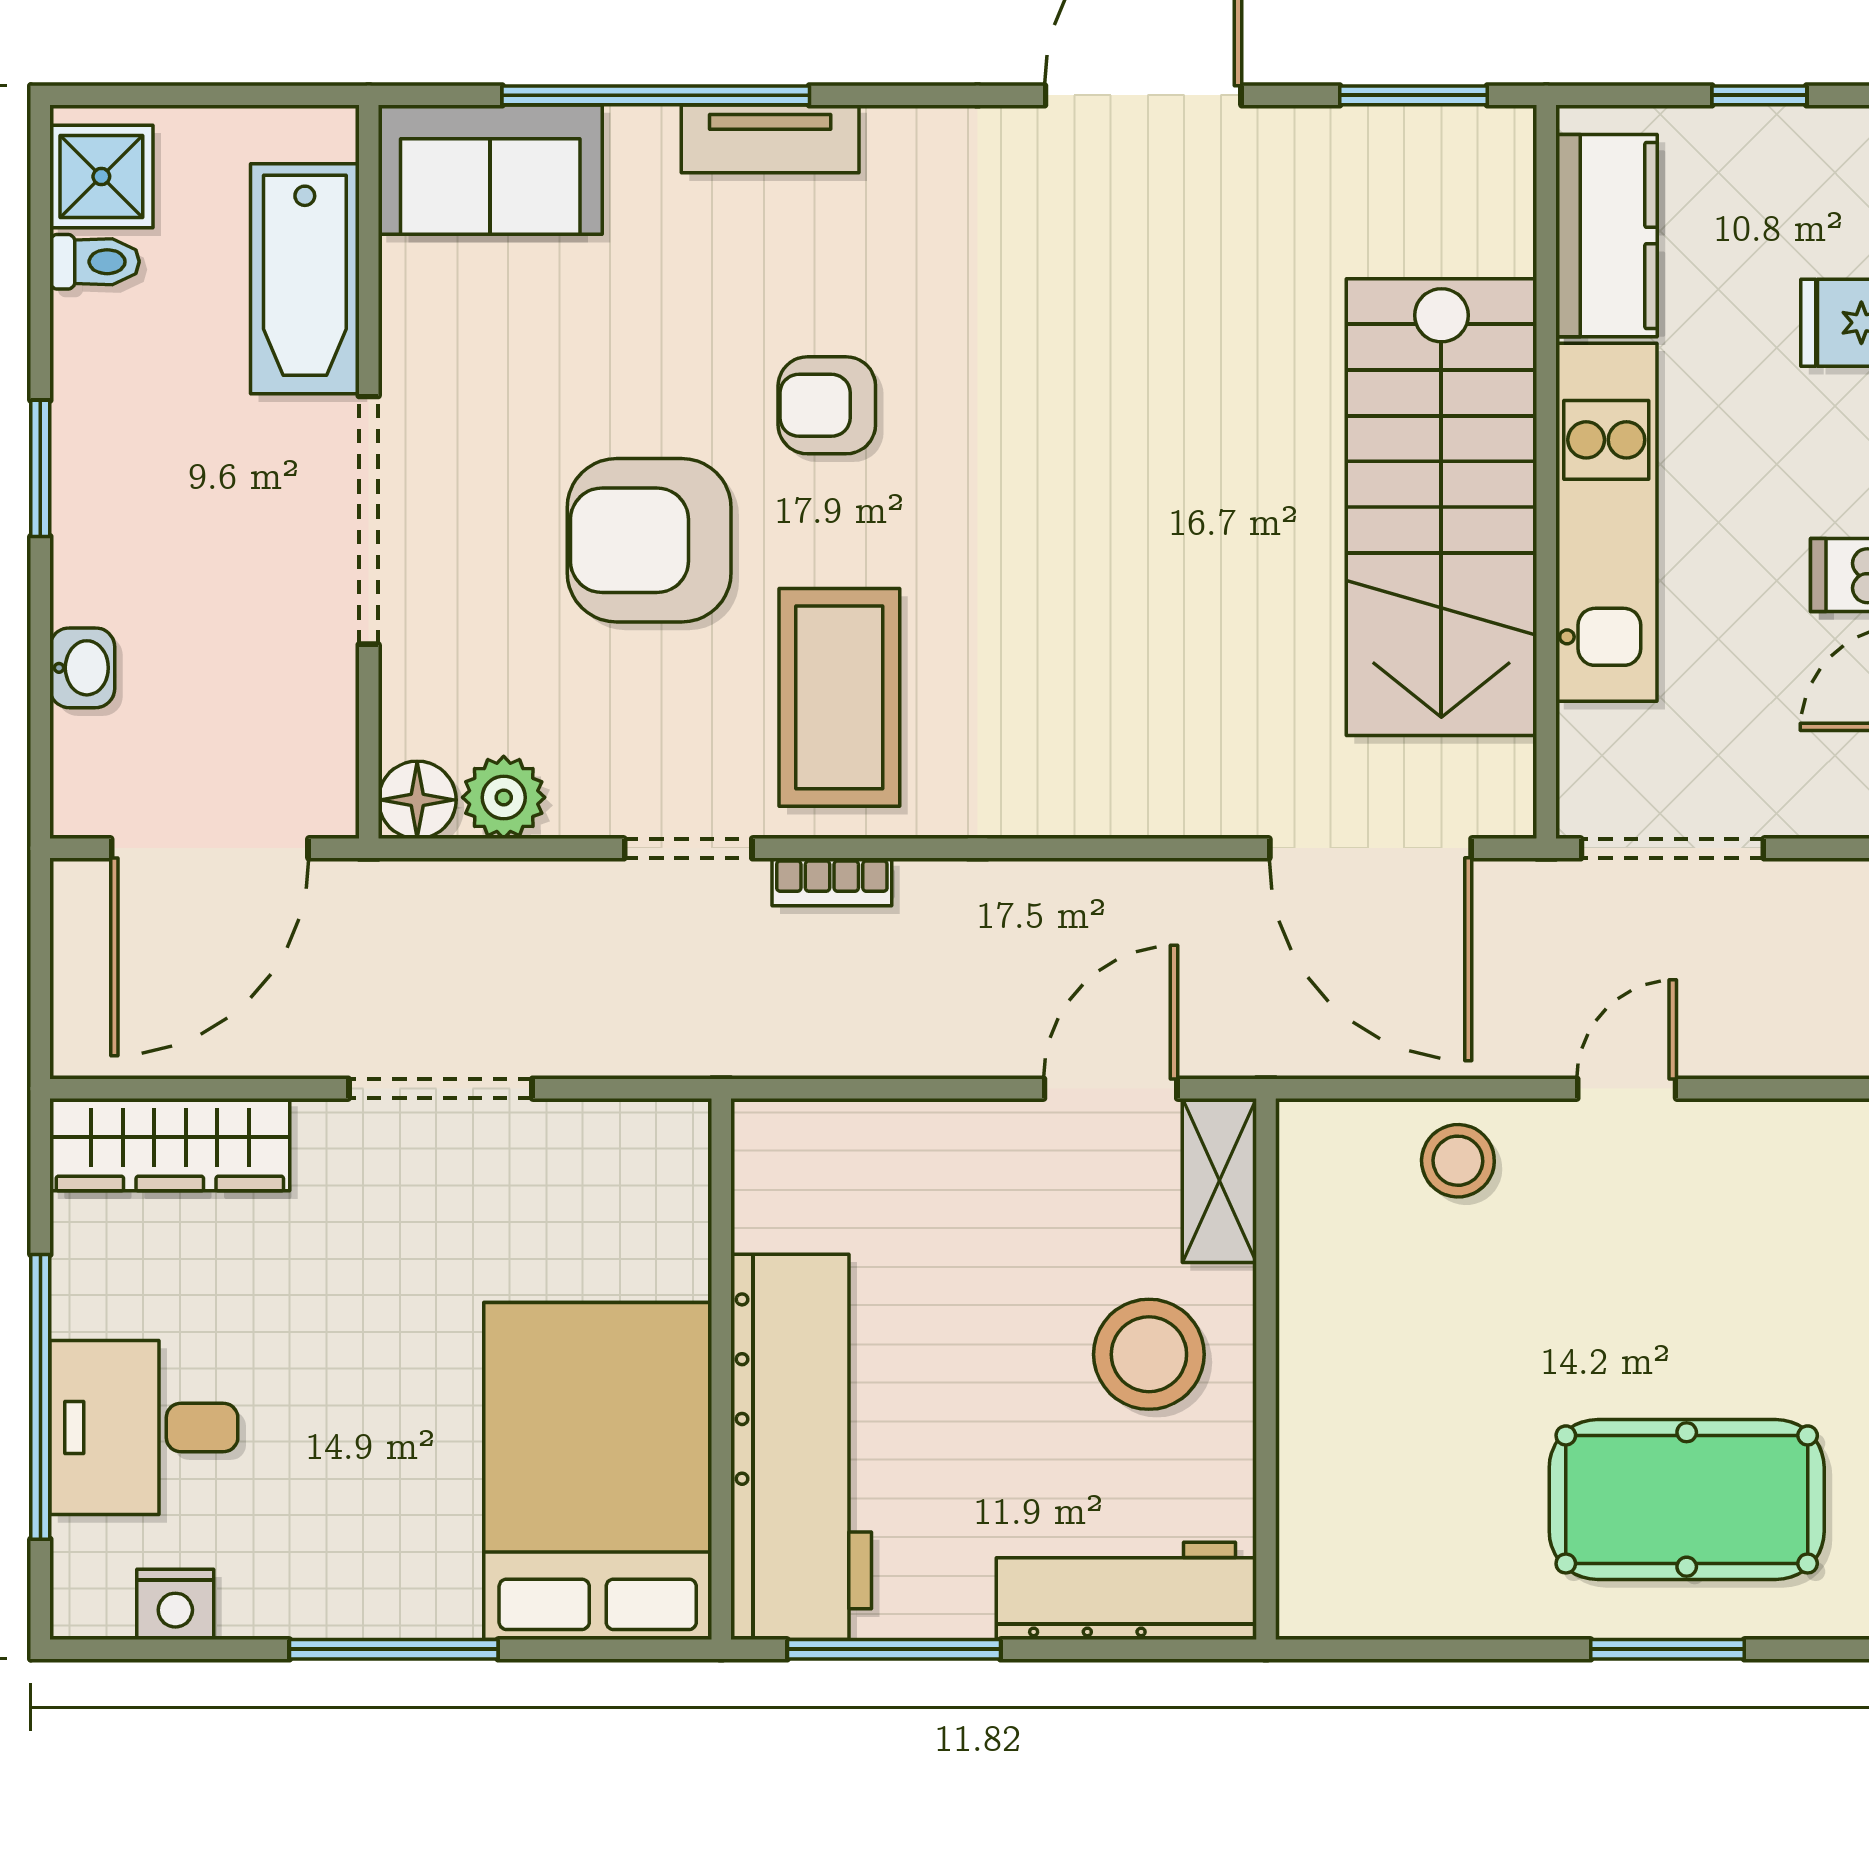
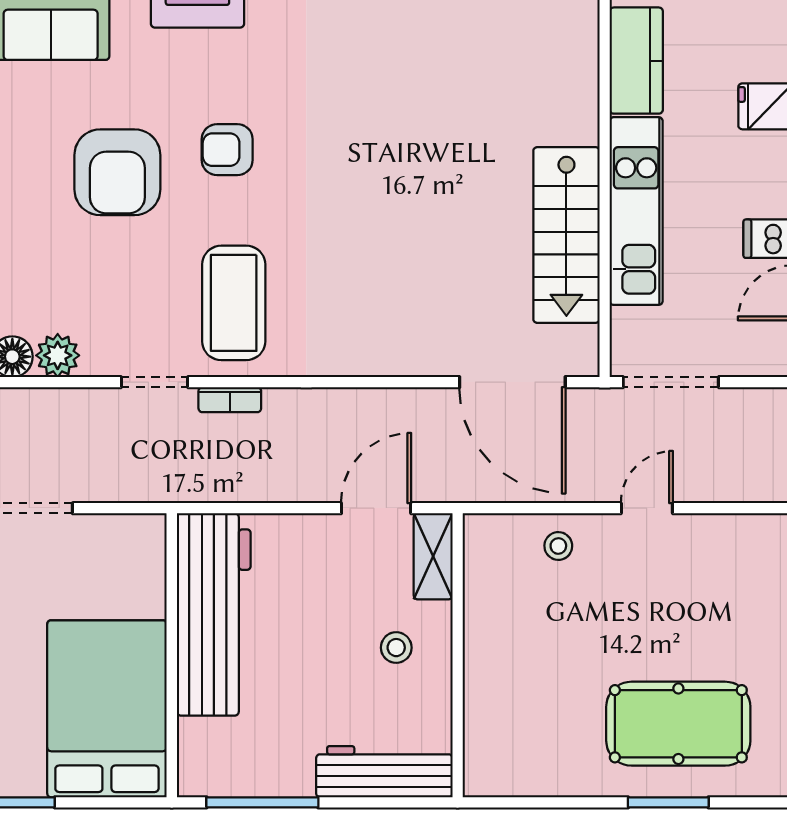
stairs: (1441, 507) -> (566, 235), width x0.73, depth x0.66
armchair: (649, 540) -> (117, 172), moved, turned -90
stool: (1458, 1161) -> (558, 546), width x0.73, depth x0.73
stool: (1149, 1354) -> (396, 648), width x0.53, depth x0.53
workbench: (801, 1447) -> (214, 614), moved

